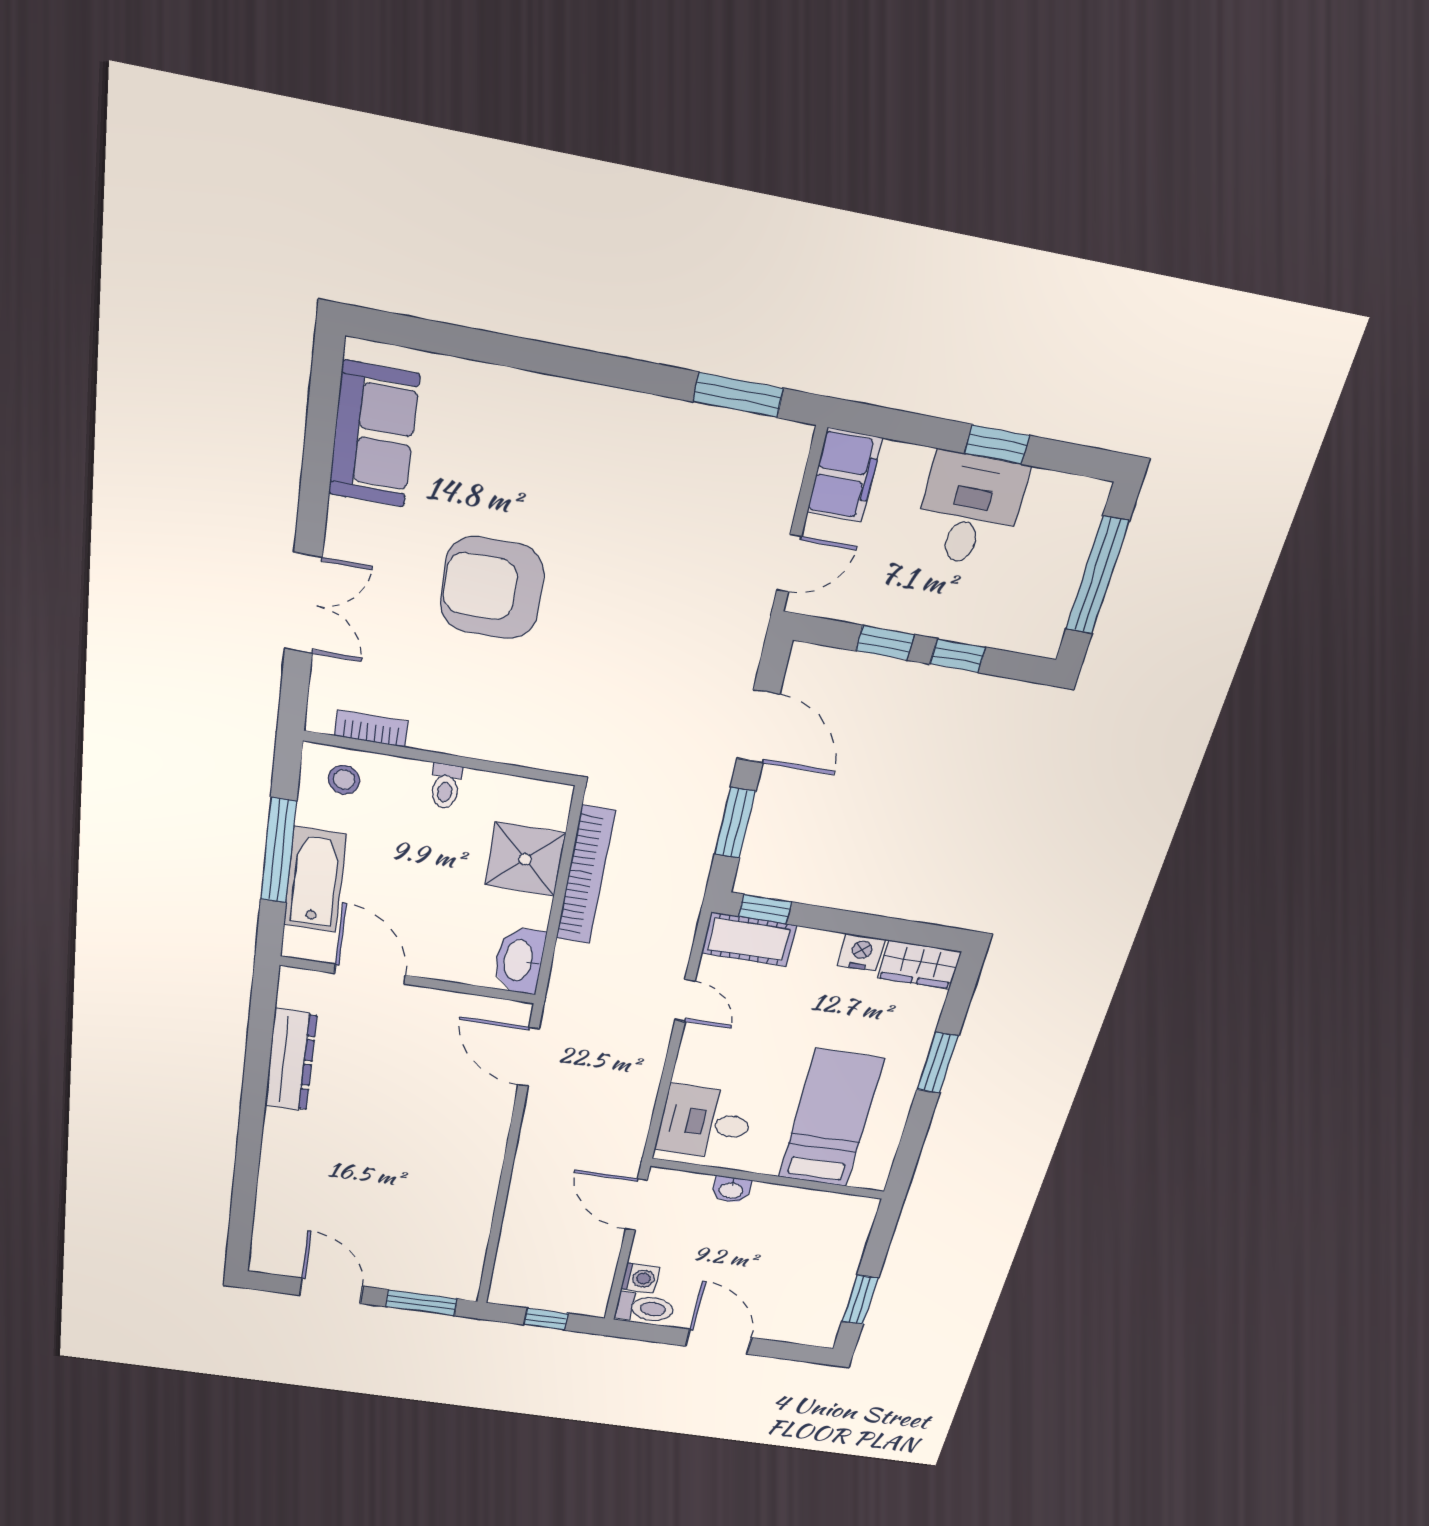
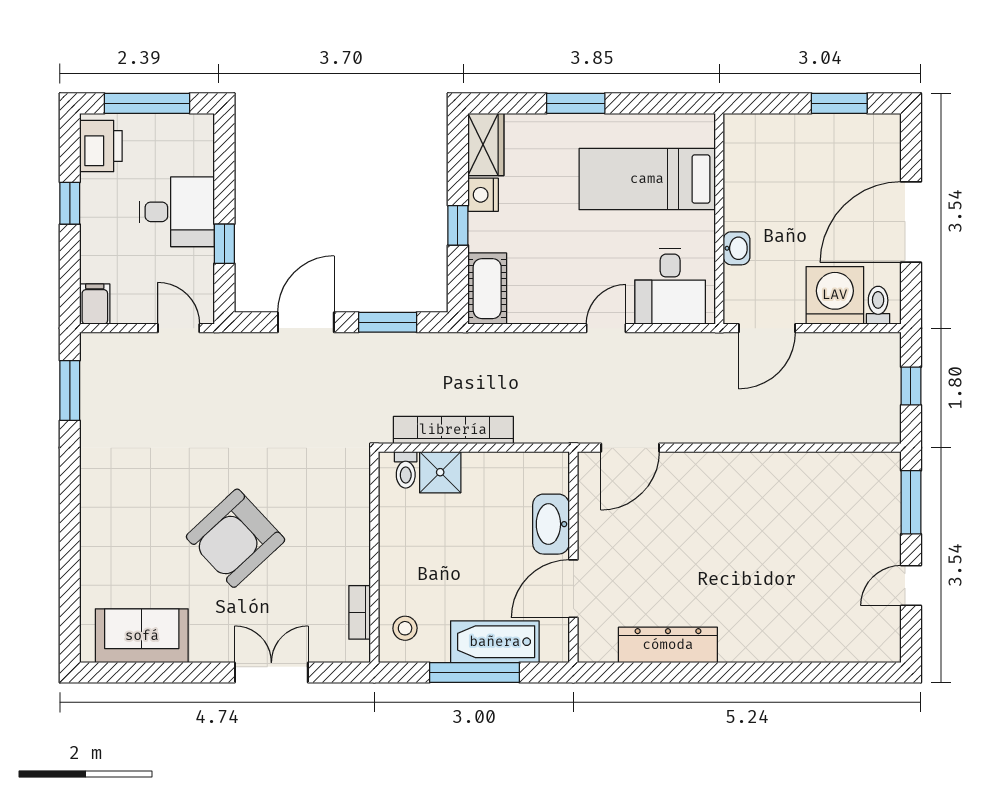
filing cabinet: (844, 475) -> (95, 304), width x0.50
printer: (1061, 503) -> (101, 146), added
desk: (970, 510) -> (177, 212), moved, turned 180
armchair: (492, 588) -> (235, 538), turned 47
window: (958, 656) -> (224, 187), removed
toilet: (446, 786) -> (406, 470), moved, turned 90
shower: (525, 859) -> (440, 472), width x0.73, depth x0.73
window: (765, 909) -> (458, 225), moved
washbasin: (519, 961) -> (551, 524), moved, turned 90
door: (685, 1001) -> (606, 328), moved
washing machine: (640, 1278) -> (835, 295), width x1.89, depth x1.89
door: (331, 1291) -> (911, 586), width x0.73
toilet: (645, 1308) -> (878, 305), width x0.73, depth x0.72
door: (718, 1342) -> (911, 222), width x1.36

